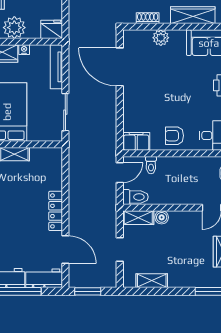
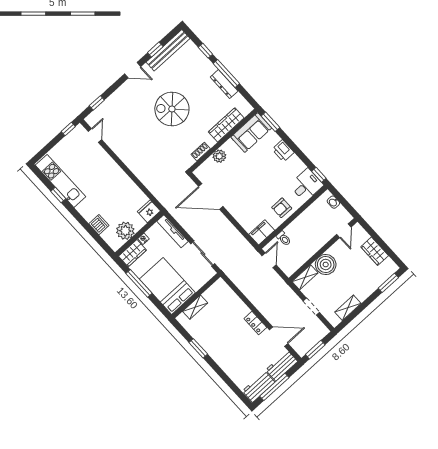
toilet: (135, 197) -> (292, 266), removed
locker: (56, 211) -> (255, 323), width x0.66
boiler: (162, 217) -> (326, 265), width x1.86, depth x1.86

